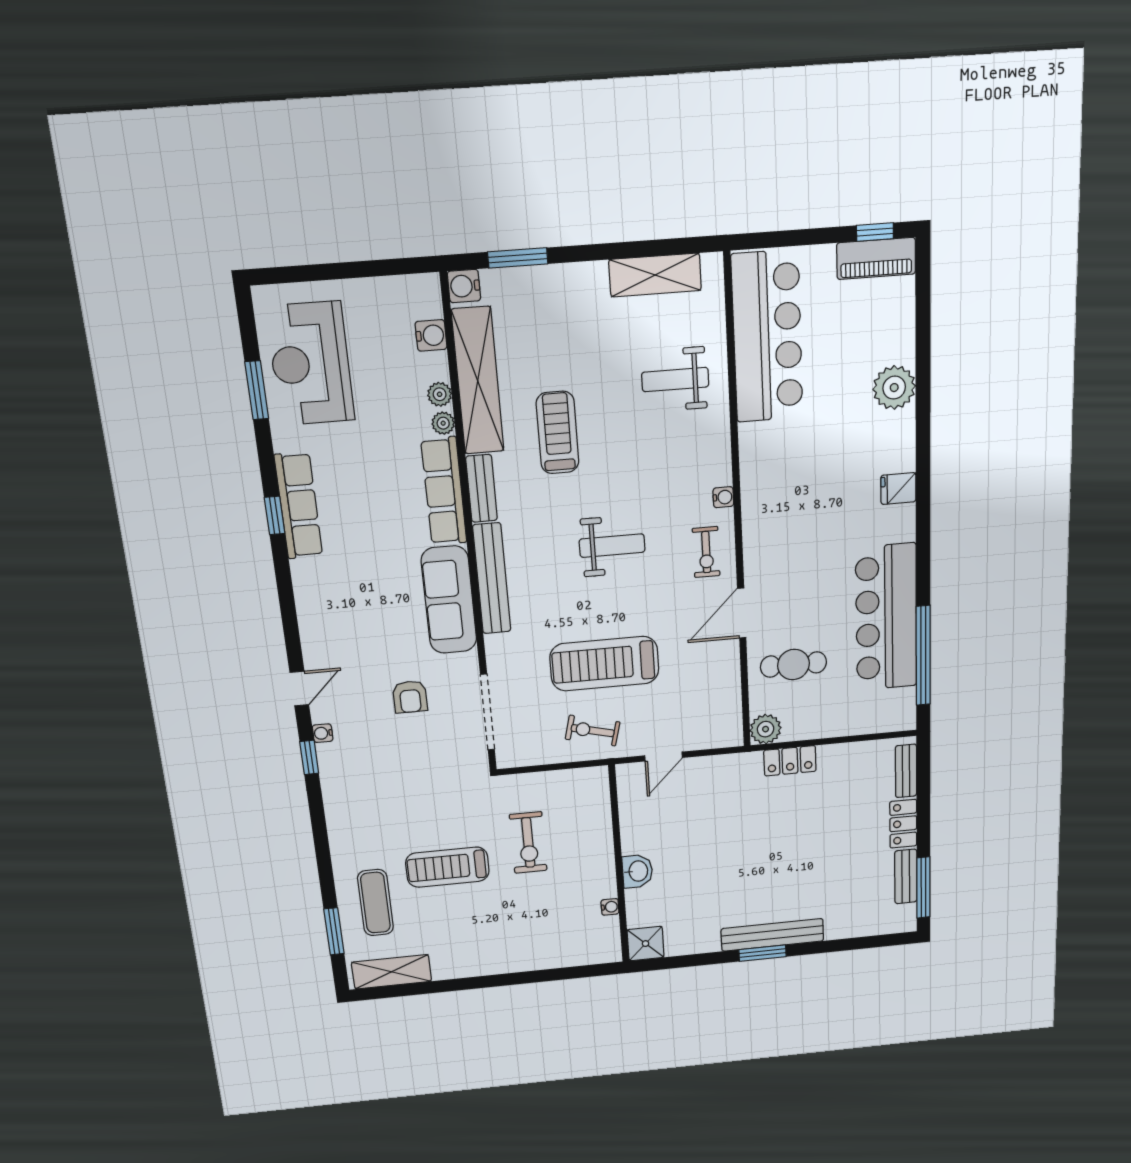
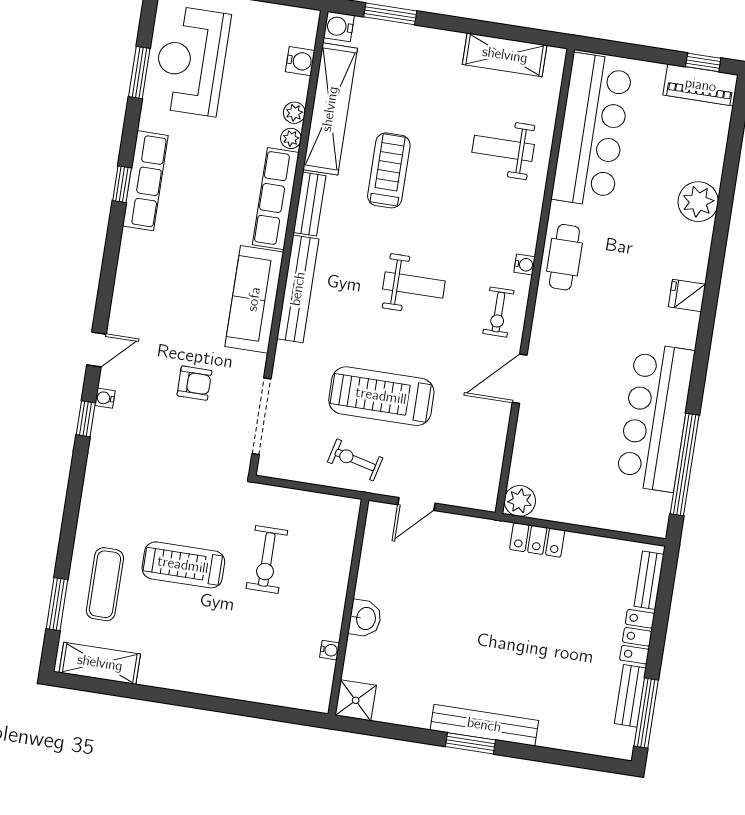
cafe table: (793, 664) -> (564, 257), moved, turned 90
armchair: (410, 697) -> (194, 383), turned -90

